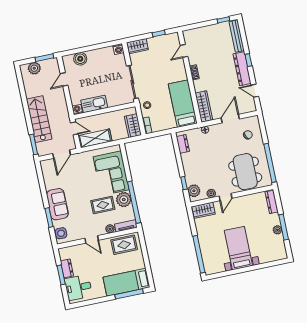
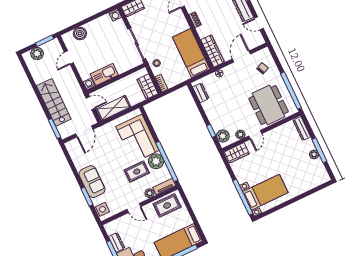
bed with nightstands: (238, 248) -> (265, 192), moved, turned 90

